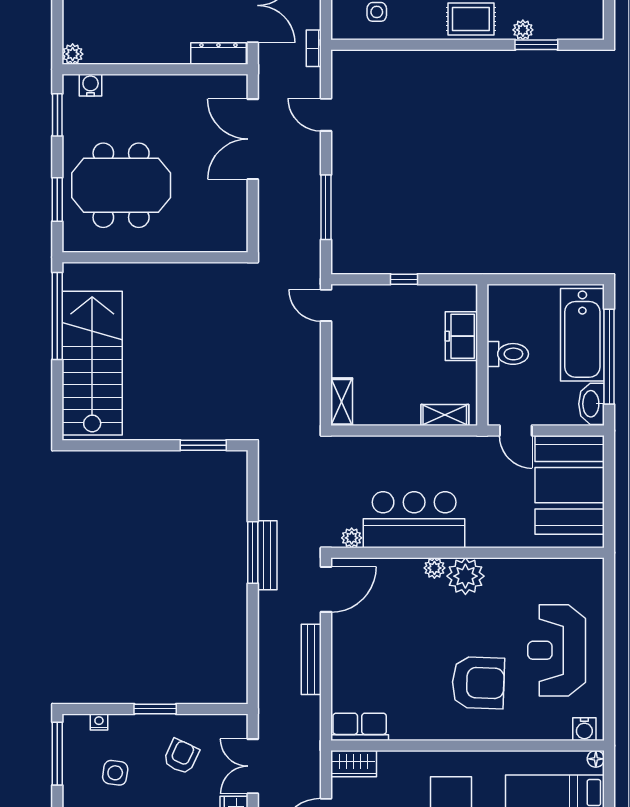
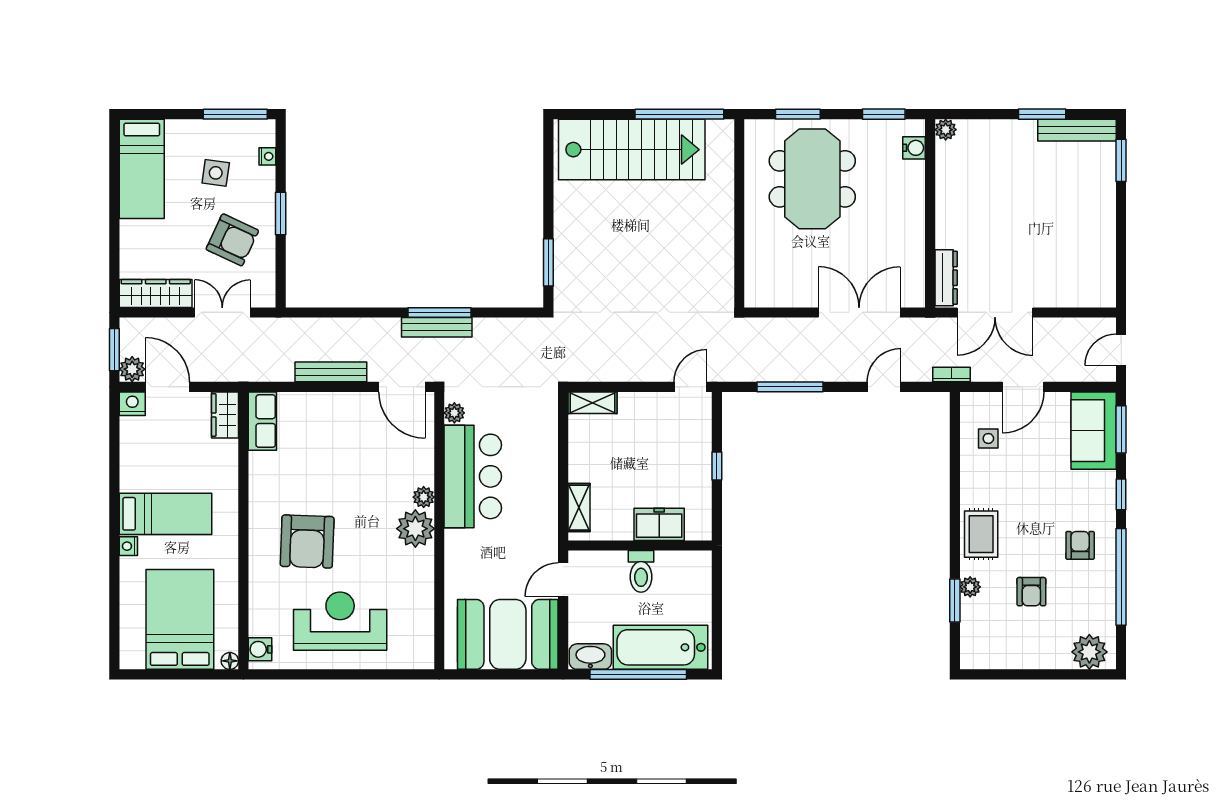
armchair: (181, 756) -> (232, 240), width x1.38, depth x1.38

